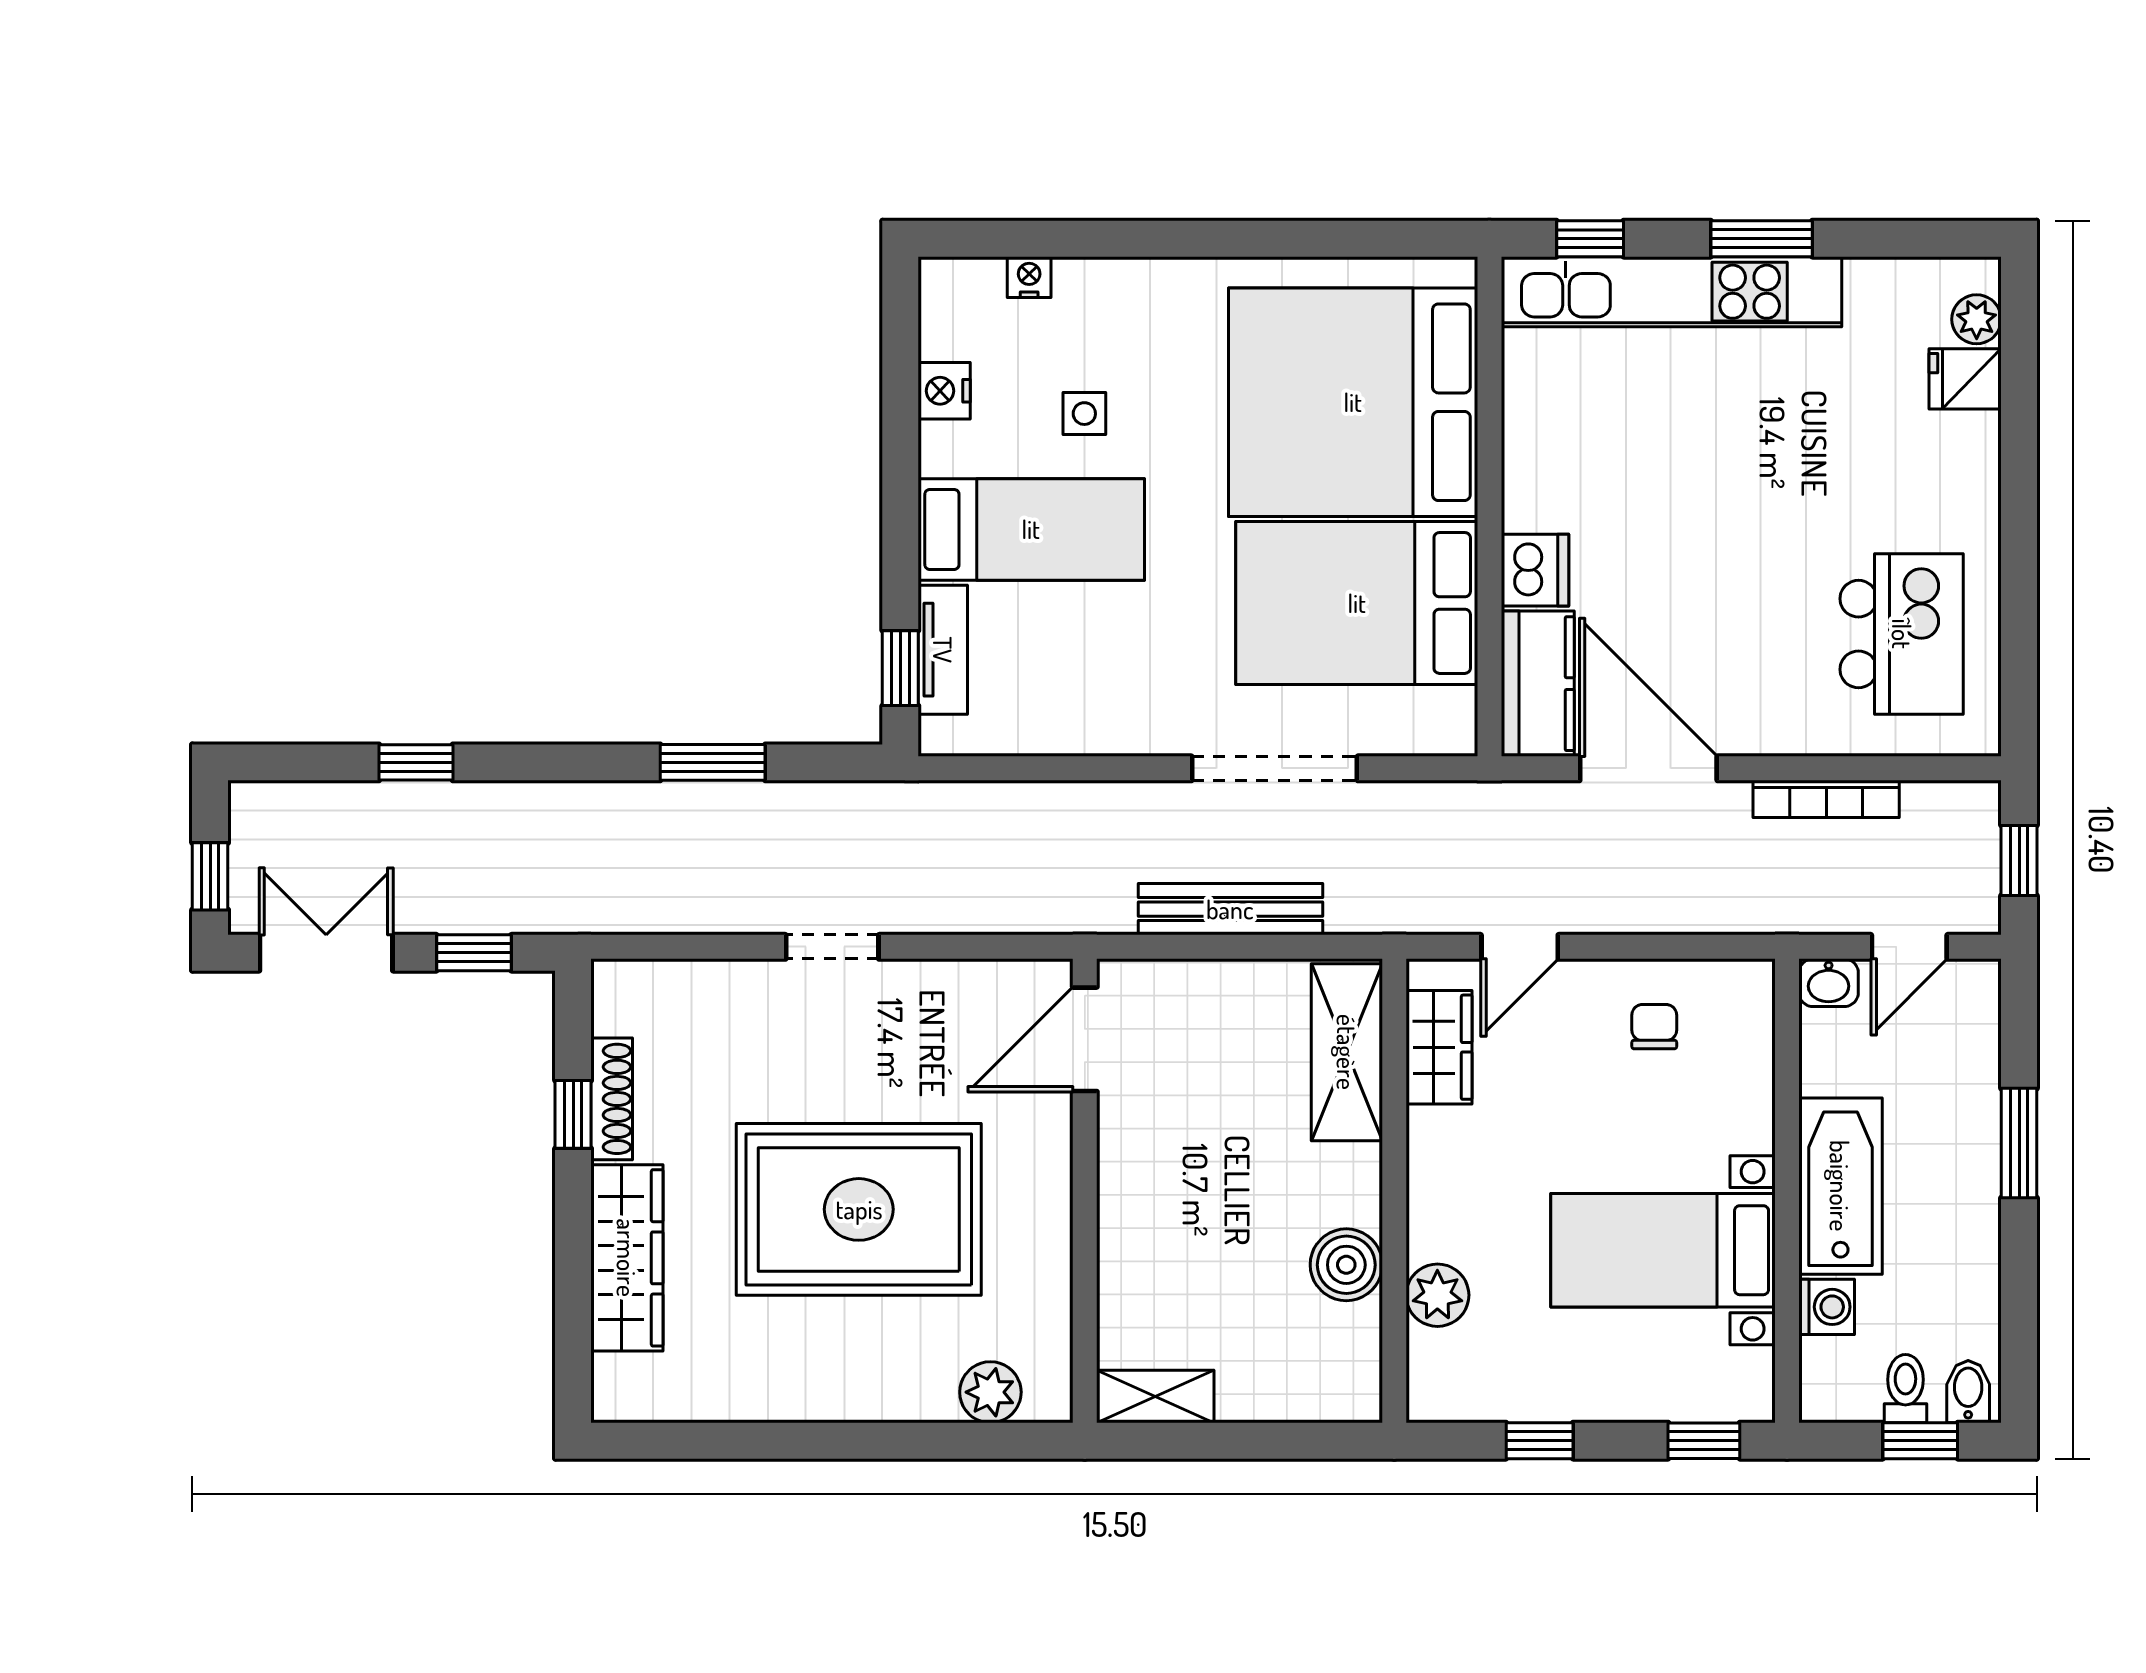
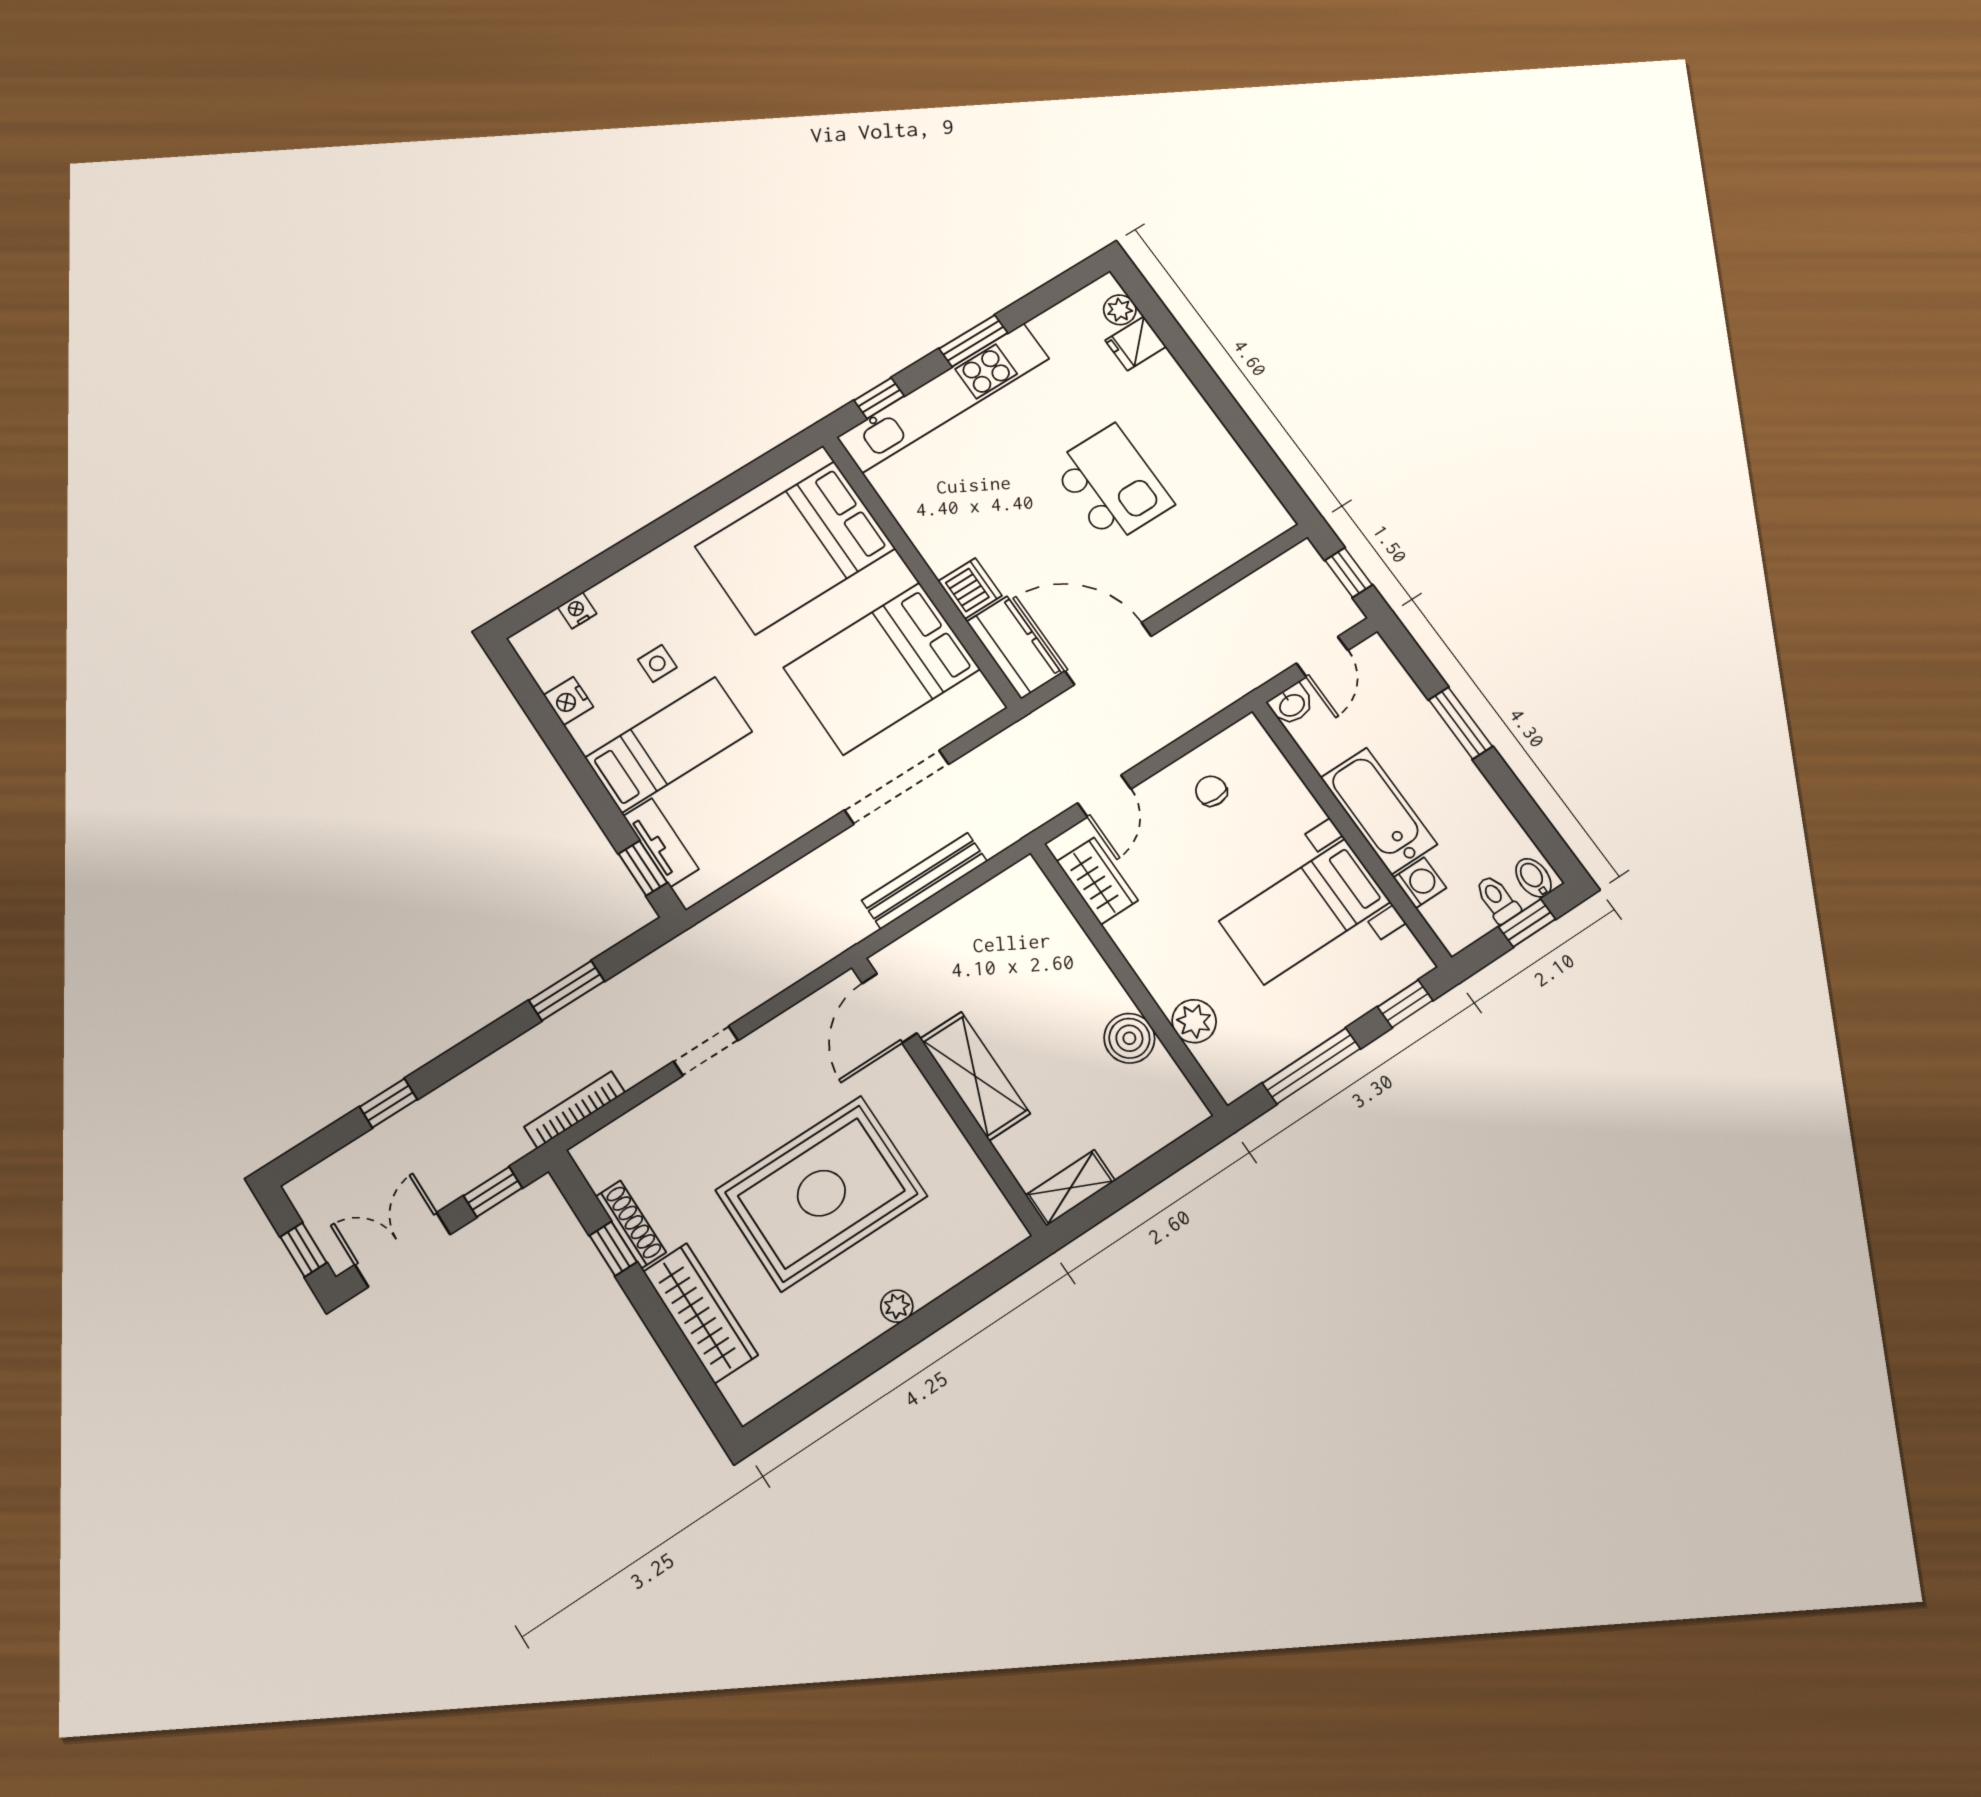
bed: (1353, 402) -> (795, 547), width x0.73
kitchen island: (1902, 634) -> (1112, 484), moved
bookcase: (1826, 799) -> (575, 1110), moved, turned 180
shelving: (1347, 1052) -> (975, 1076), moved
plant: (990, 1392) -> (897, 1306), moved, width x0.73, depth x0.73
window: (1540, 1441) -> (1311, 1066), width x2.17

